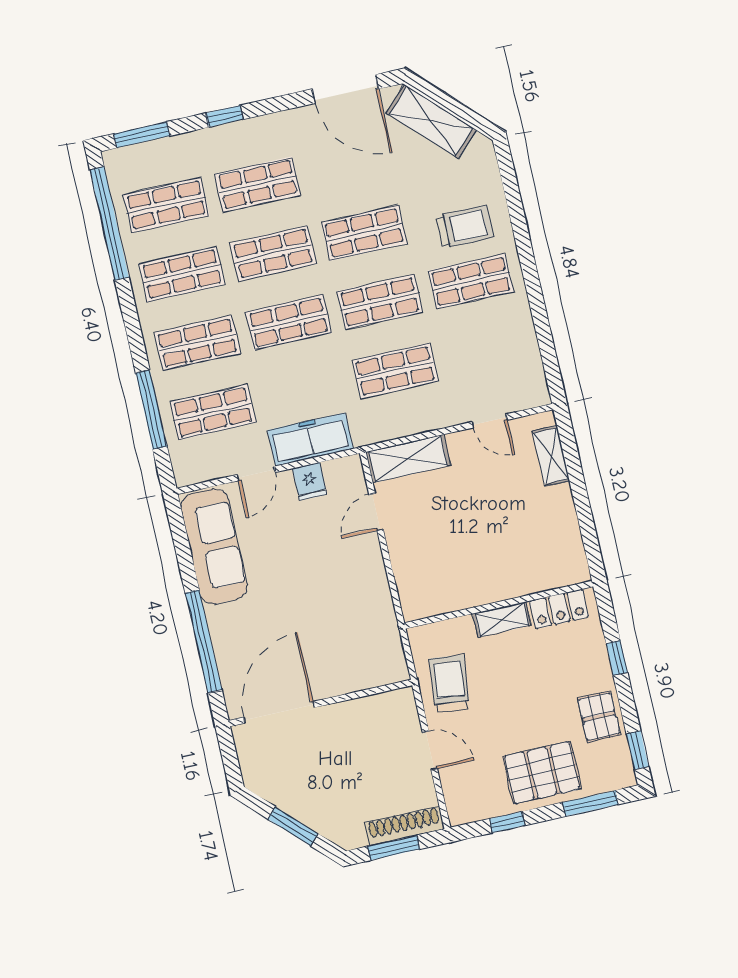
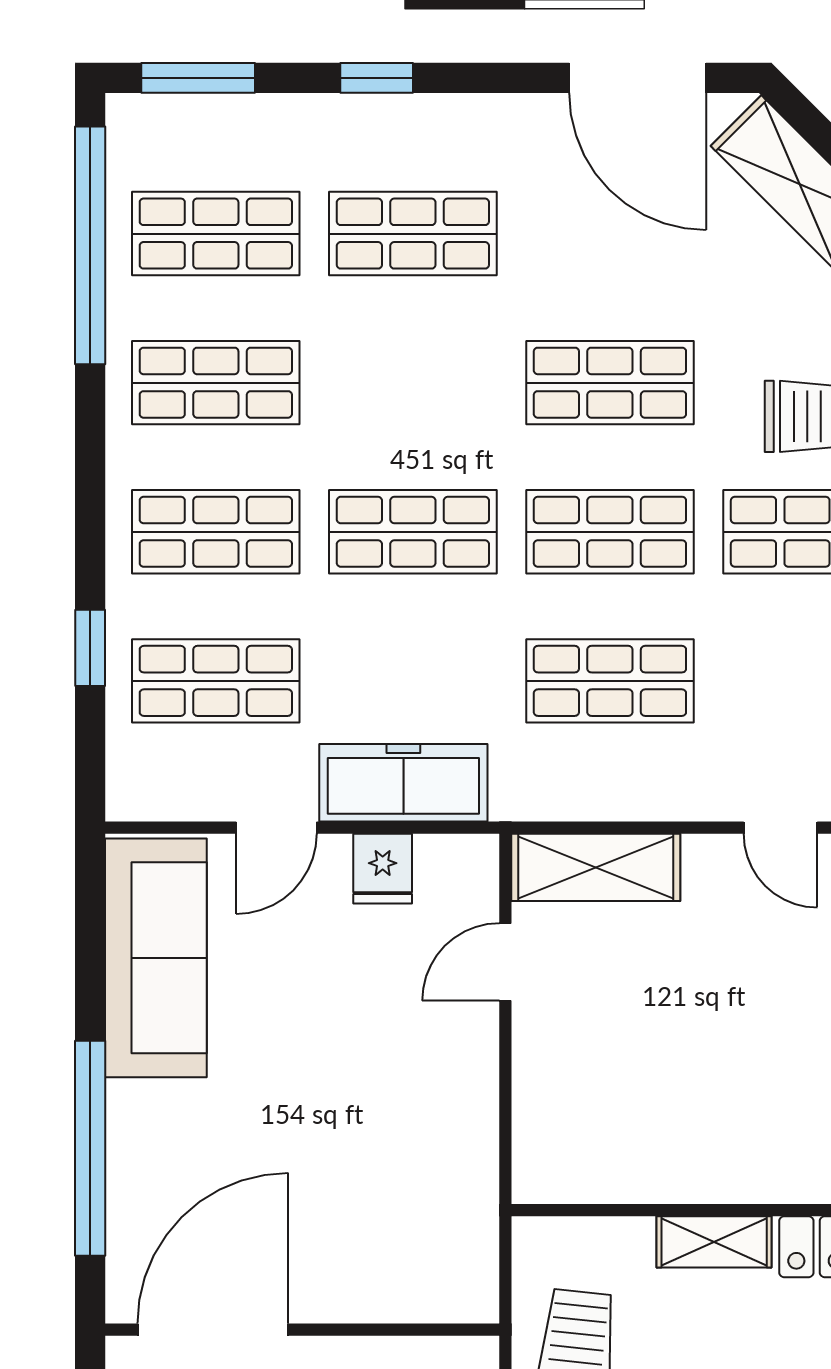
shop shelf: (273, 253) -> (413, 383), removed
window: (151, 410) -> (90, 648), width x0.46

